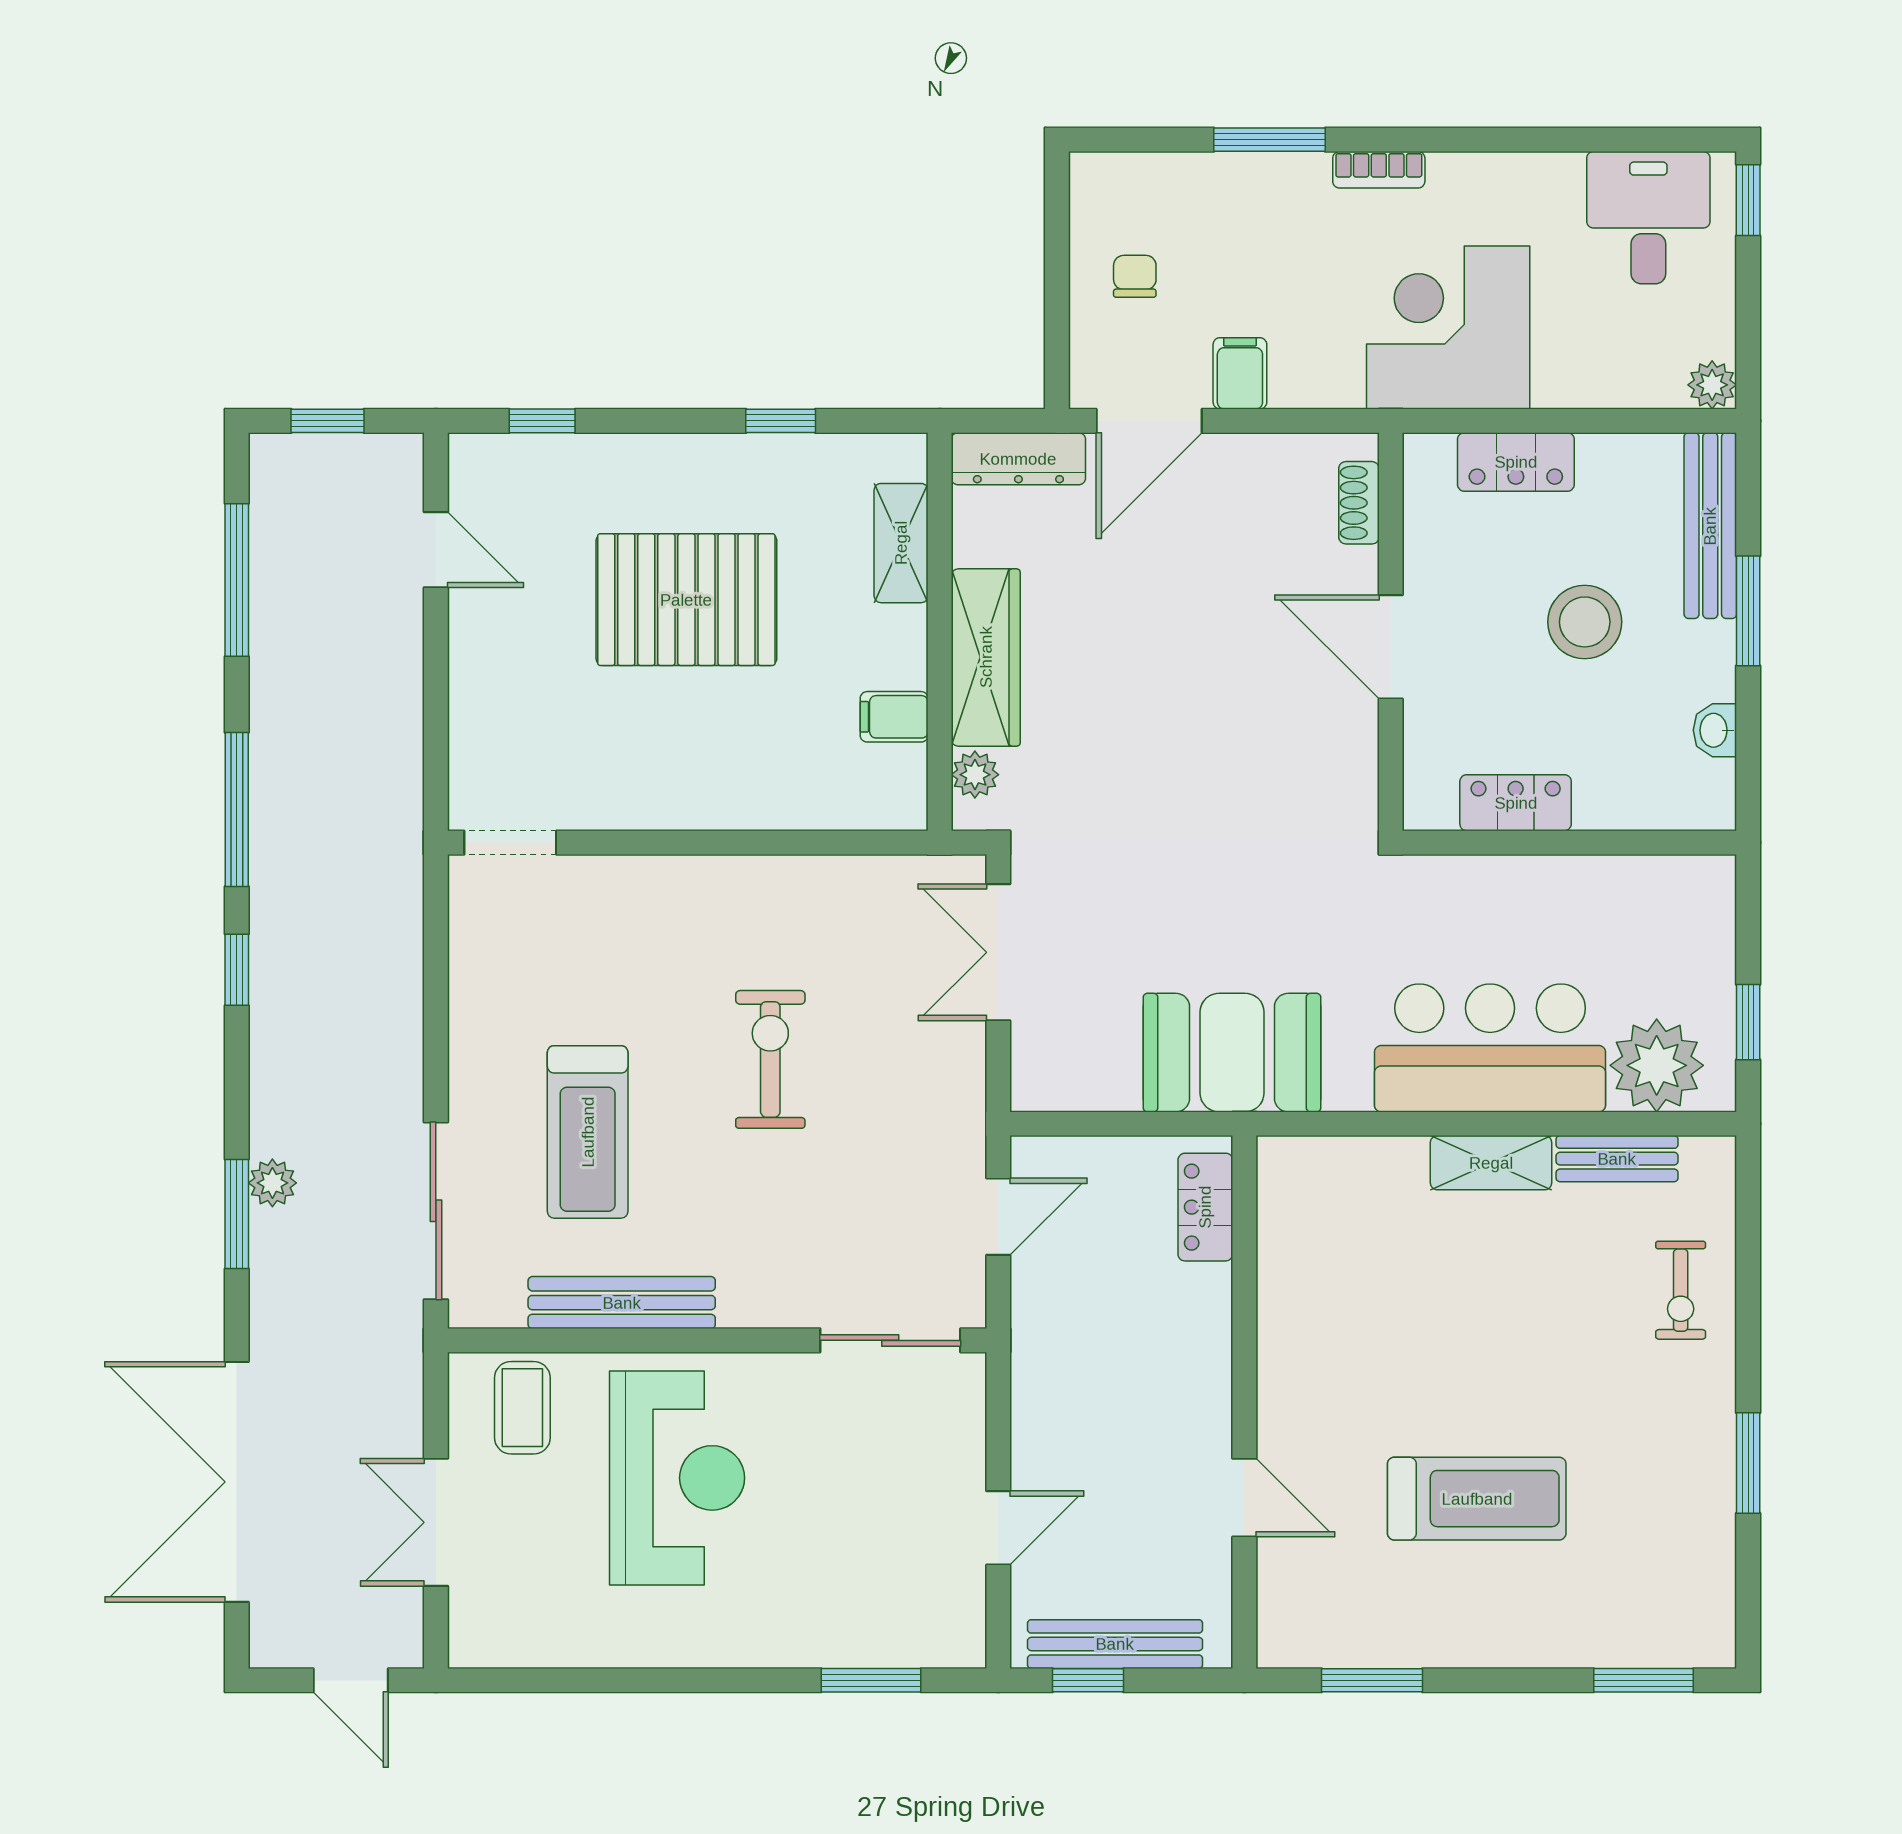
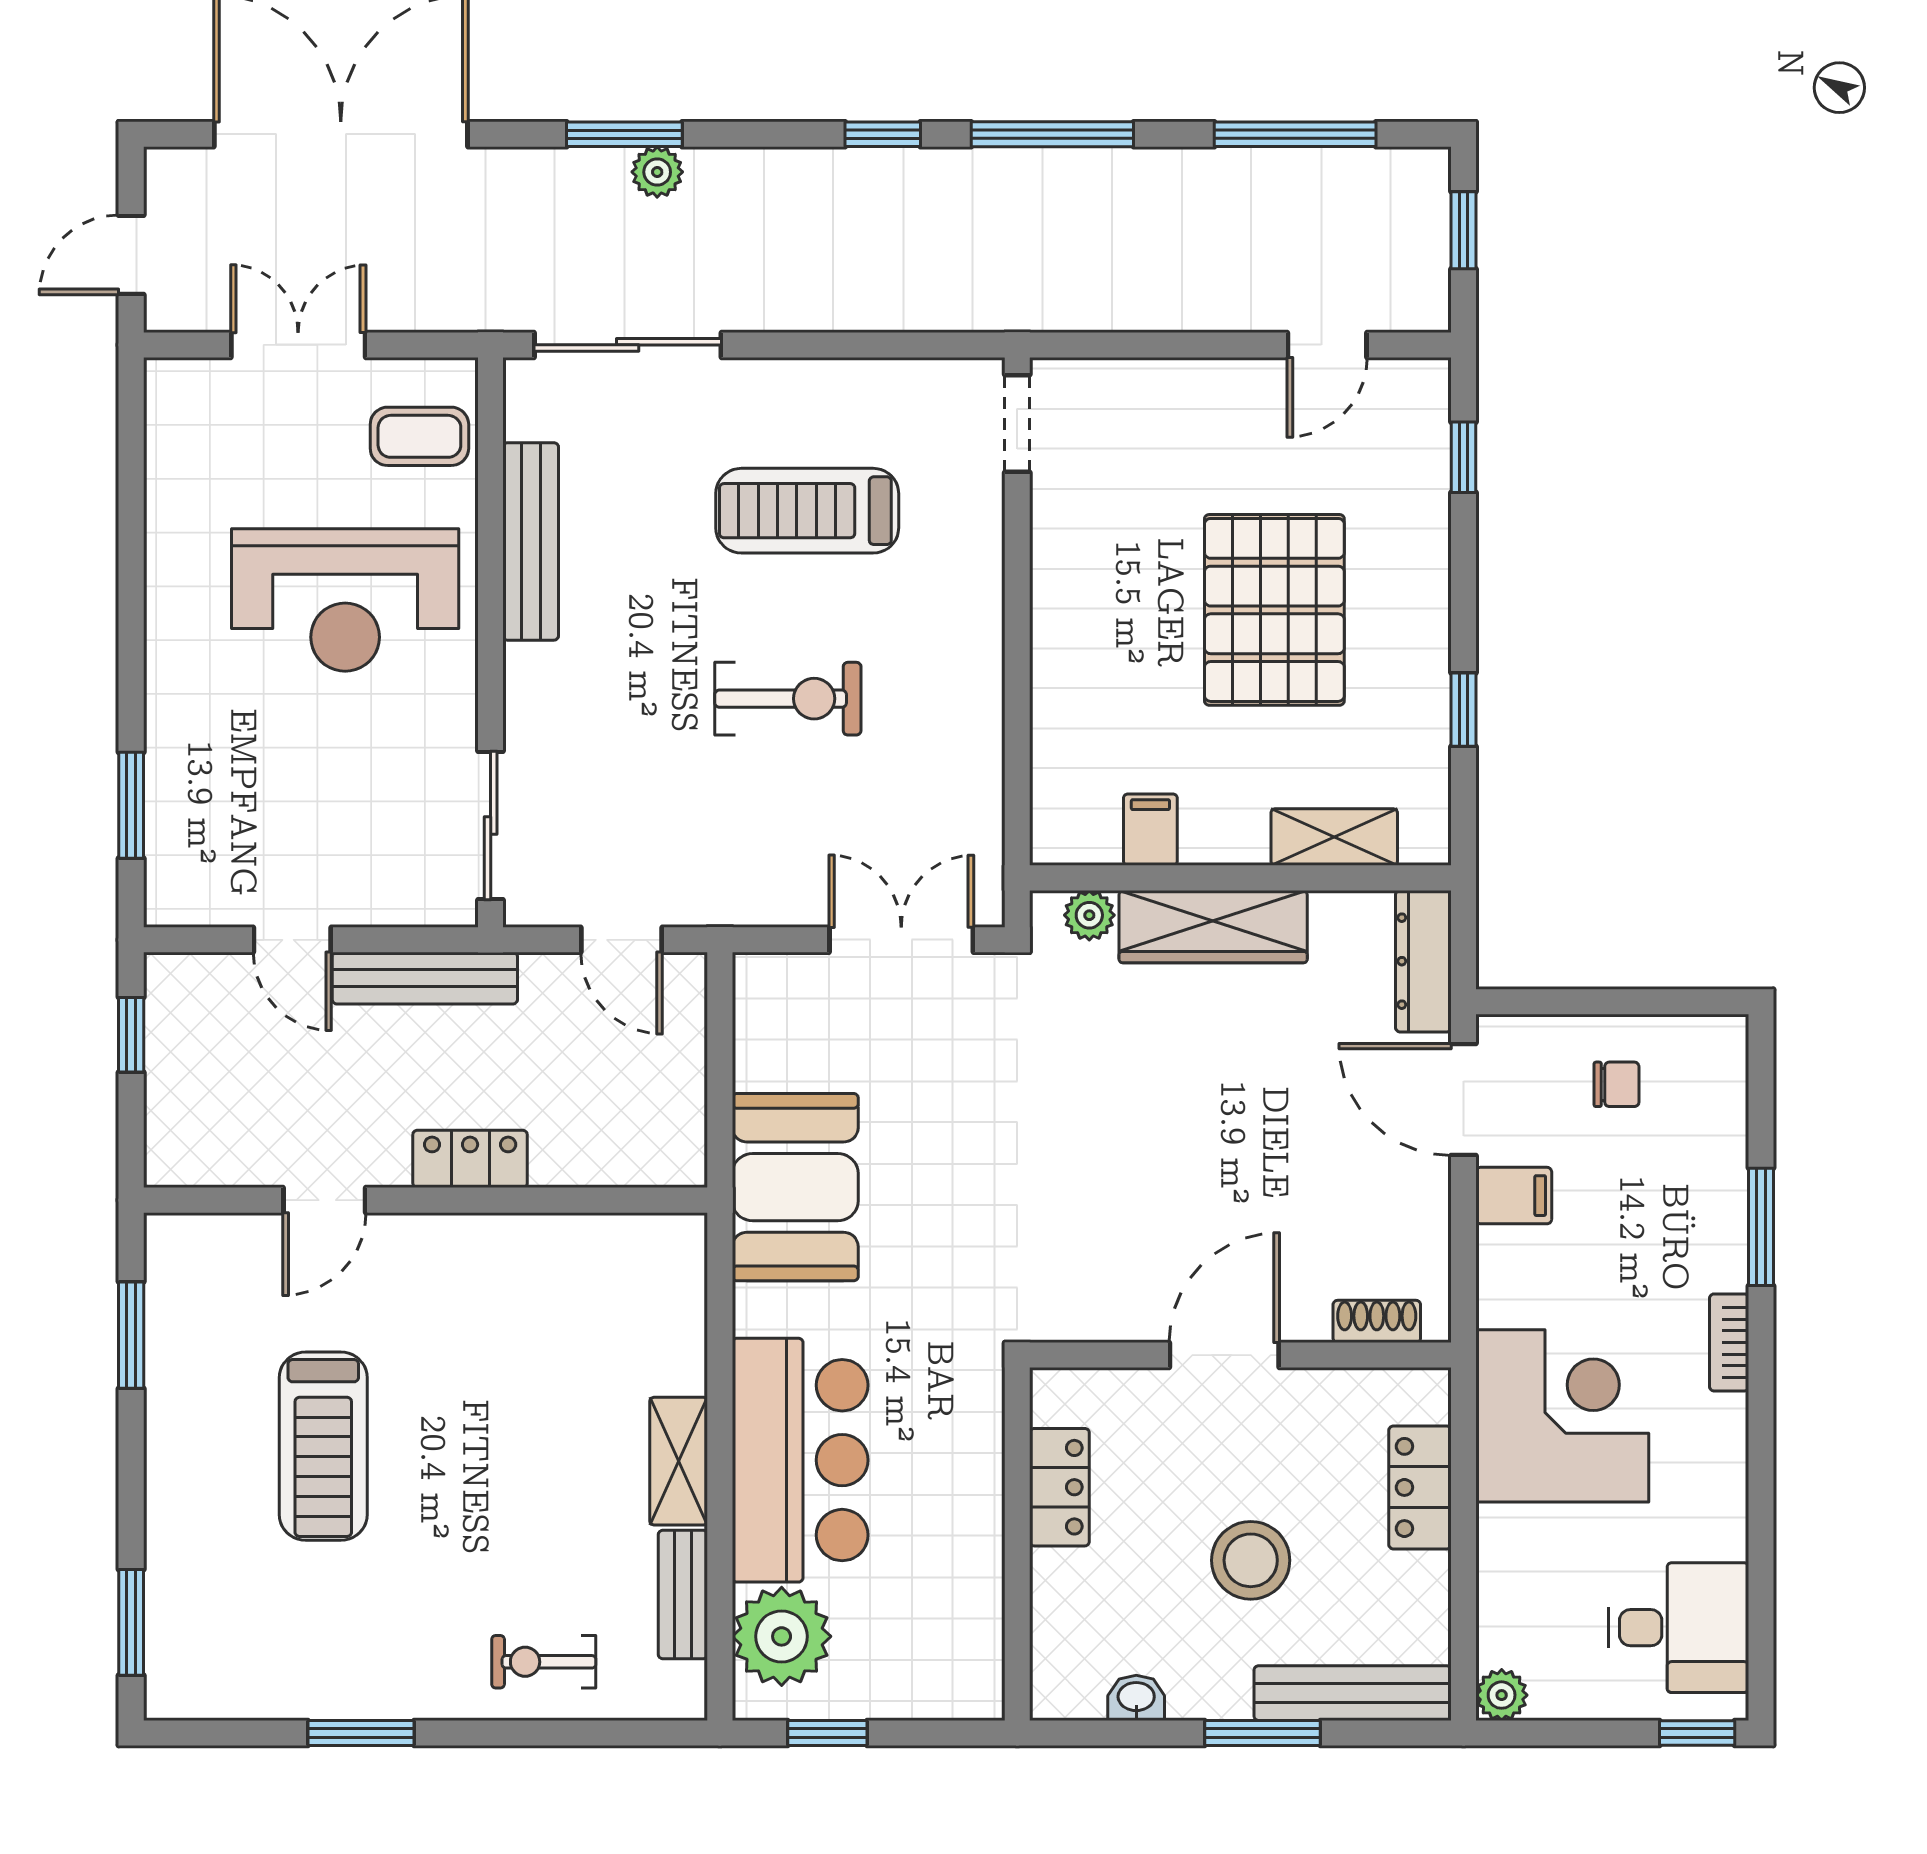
treadmill: (588, 1132) -> (807, 511), moved
locker: (1205, 1207) -> (470, 1159), moved
bench: (1115, 1644) -> (425, 978), moved, turned 90

